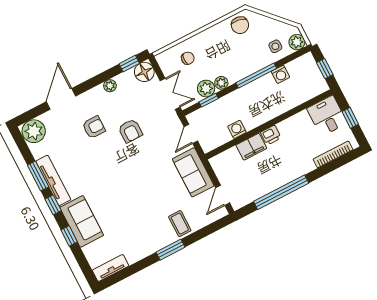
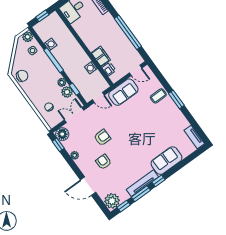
printer: (271, 135) -> (109, 69), moved
window: (69, 236) -> (124, 206), moved

